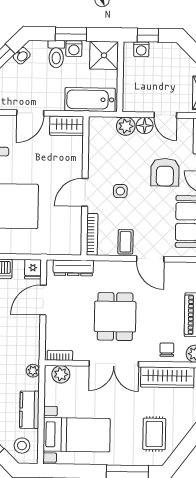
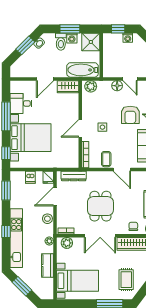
washing machine: (141, 49) -> (128, 38), moved
plant: (126, 126) -> (91, 86), moved
stool: (22, 446) -> (47, 219), moved

